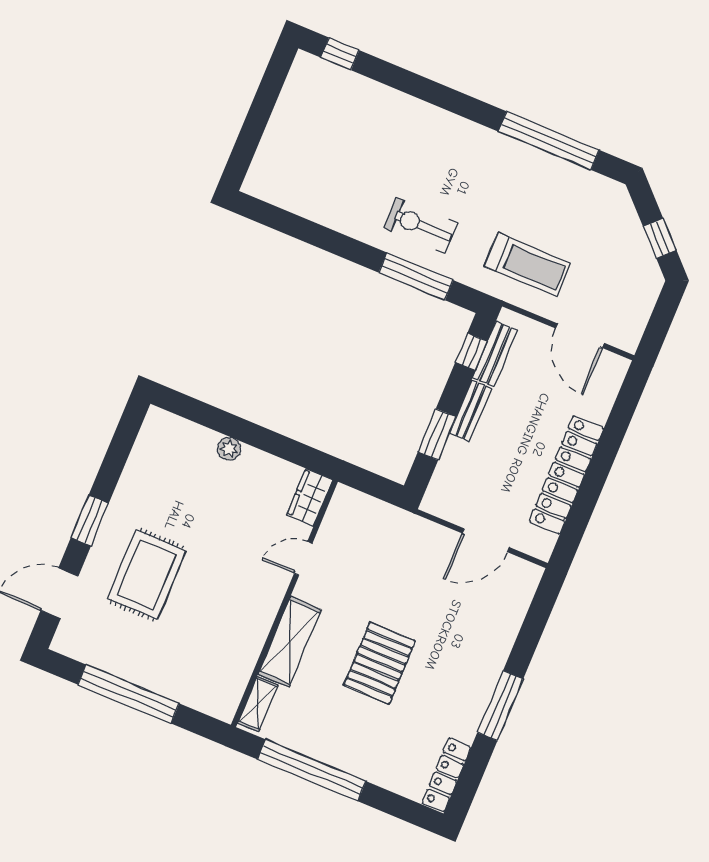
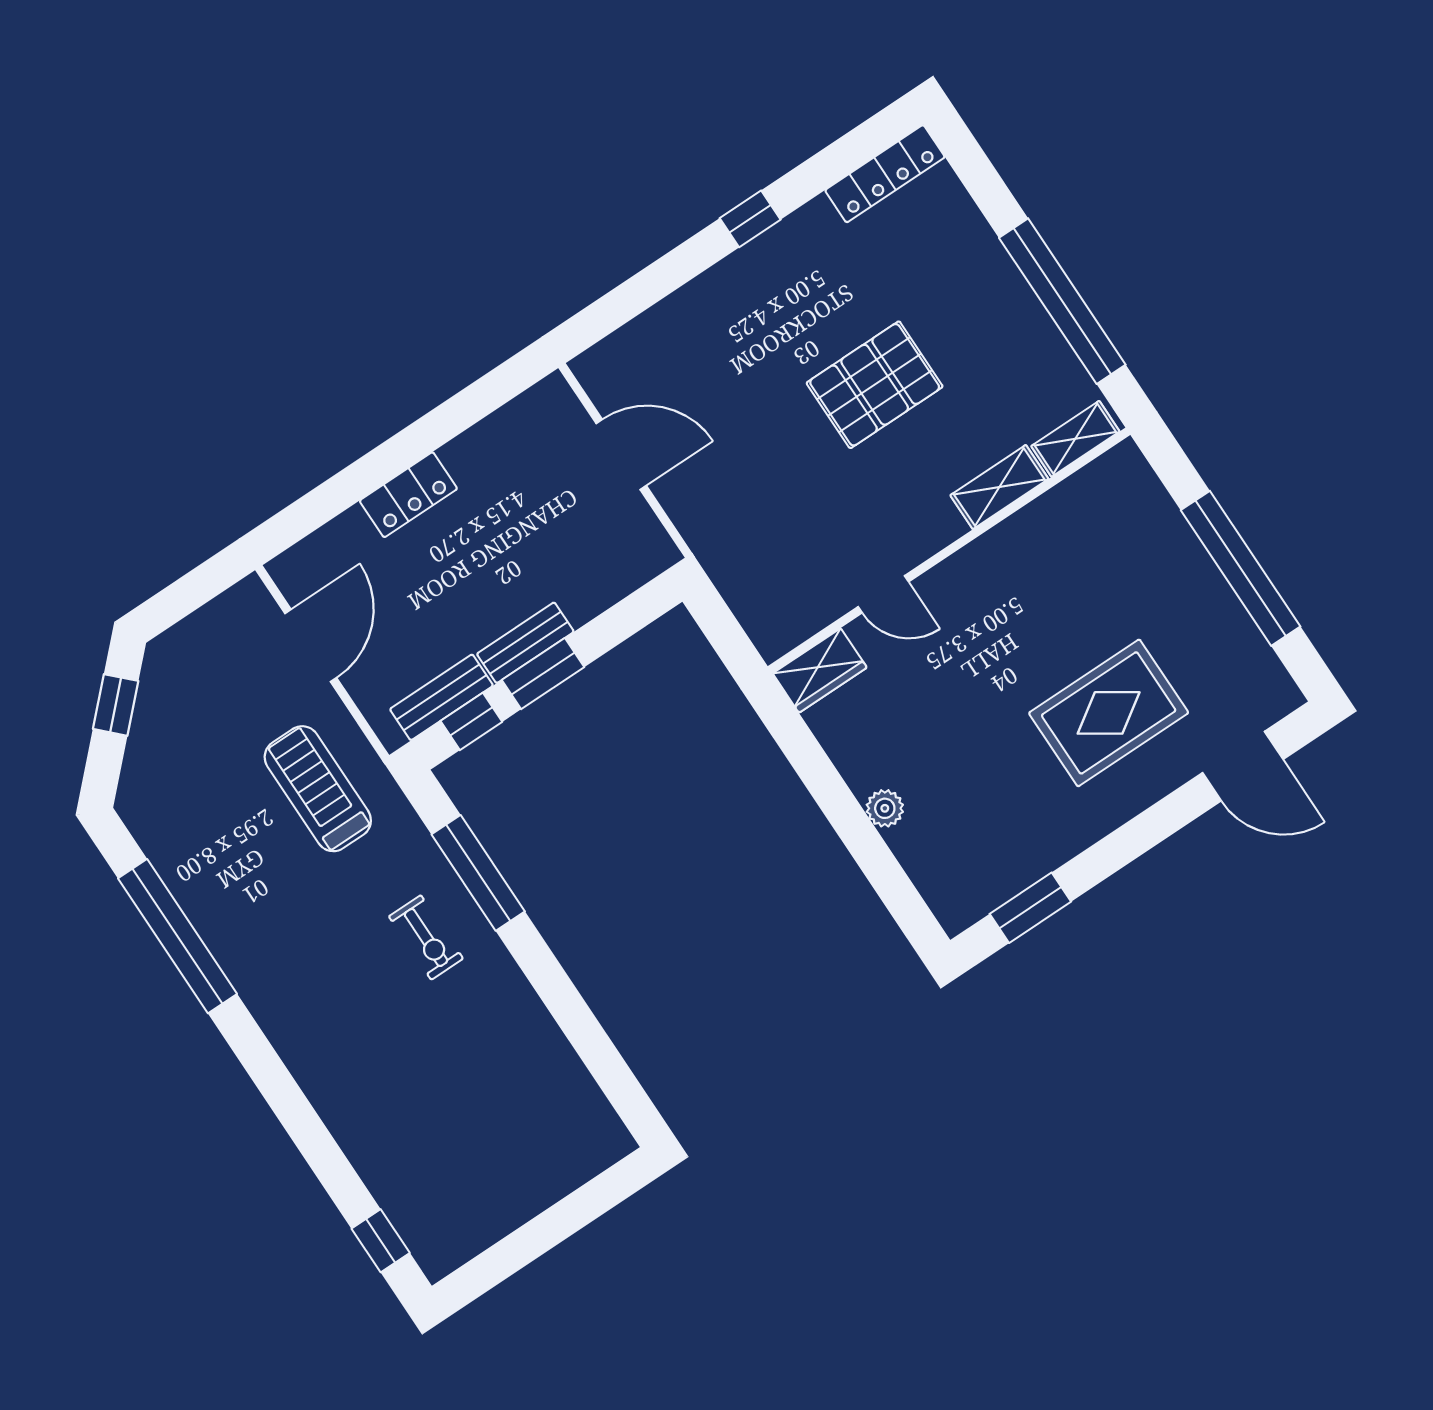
exercise bike: (421, 225) -> (426, 937), width x0.73, depth x0.72
window: (437, 434) -> (543, 674), moved
locker: (567, 475) -> (408, 495), width x0.46, depth x0.83
window: (90, 521) -> (1030, 908), moved
shelving: (290, 642) -> (999, 487), width x0.67, depth x0.75
window: (500, 706) -> (750, 219), width x0.46

